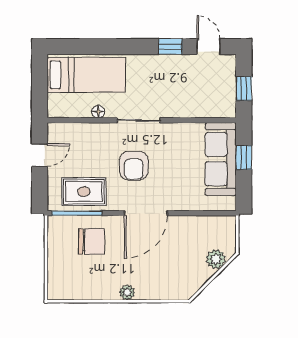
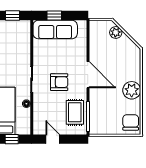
window: (40, 87) -> (12, 139), added
chair: (91, 241) -> (131, 122), moved
plant: (127, 292) -> (132, 90), width x1.88, depth x1.88

